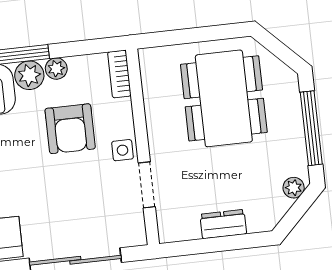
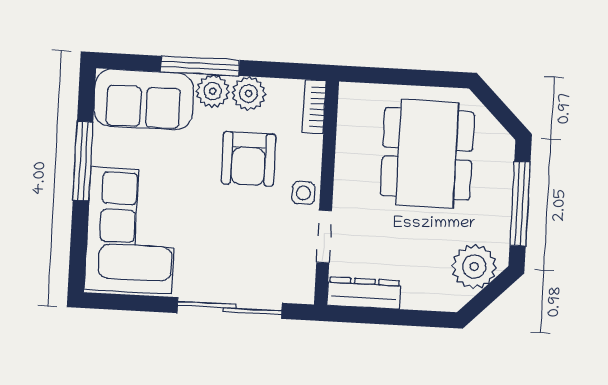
plant: (56, 69) -> (249, 93), width x1.38, depth x1.38
plant: (294, 188) -> (474, 267), width x1.87, depth x1.87
dresser: (223, 224) -> (364, 293), moved, width x1.44

